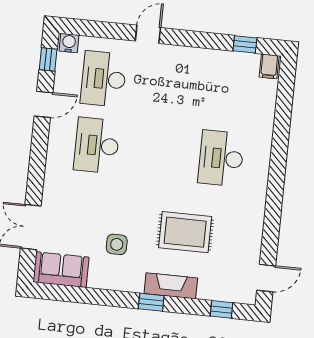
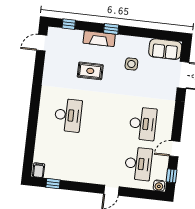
rug: (185, 232) -> (90, 71), width x0.73, depth x0.70

